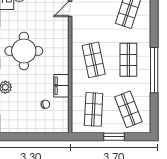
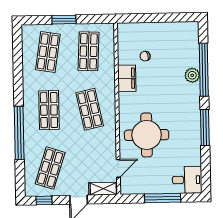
round table: (24, 51) -> (147, 135), moved
window: (154, 70) -> (19, 133), moved
shop shelf: (128, 109) -> (48, 52), turned 30

